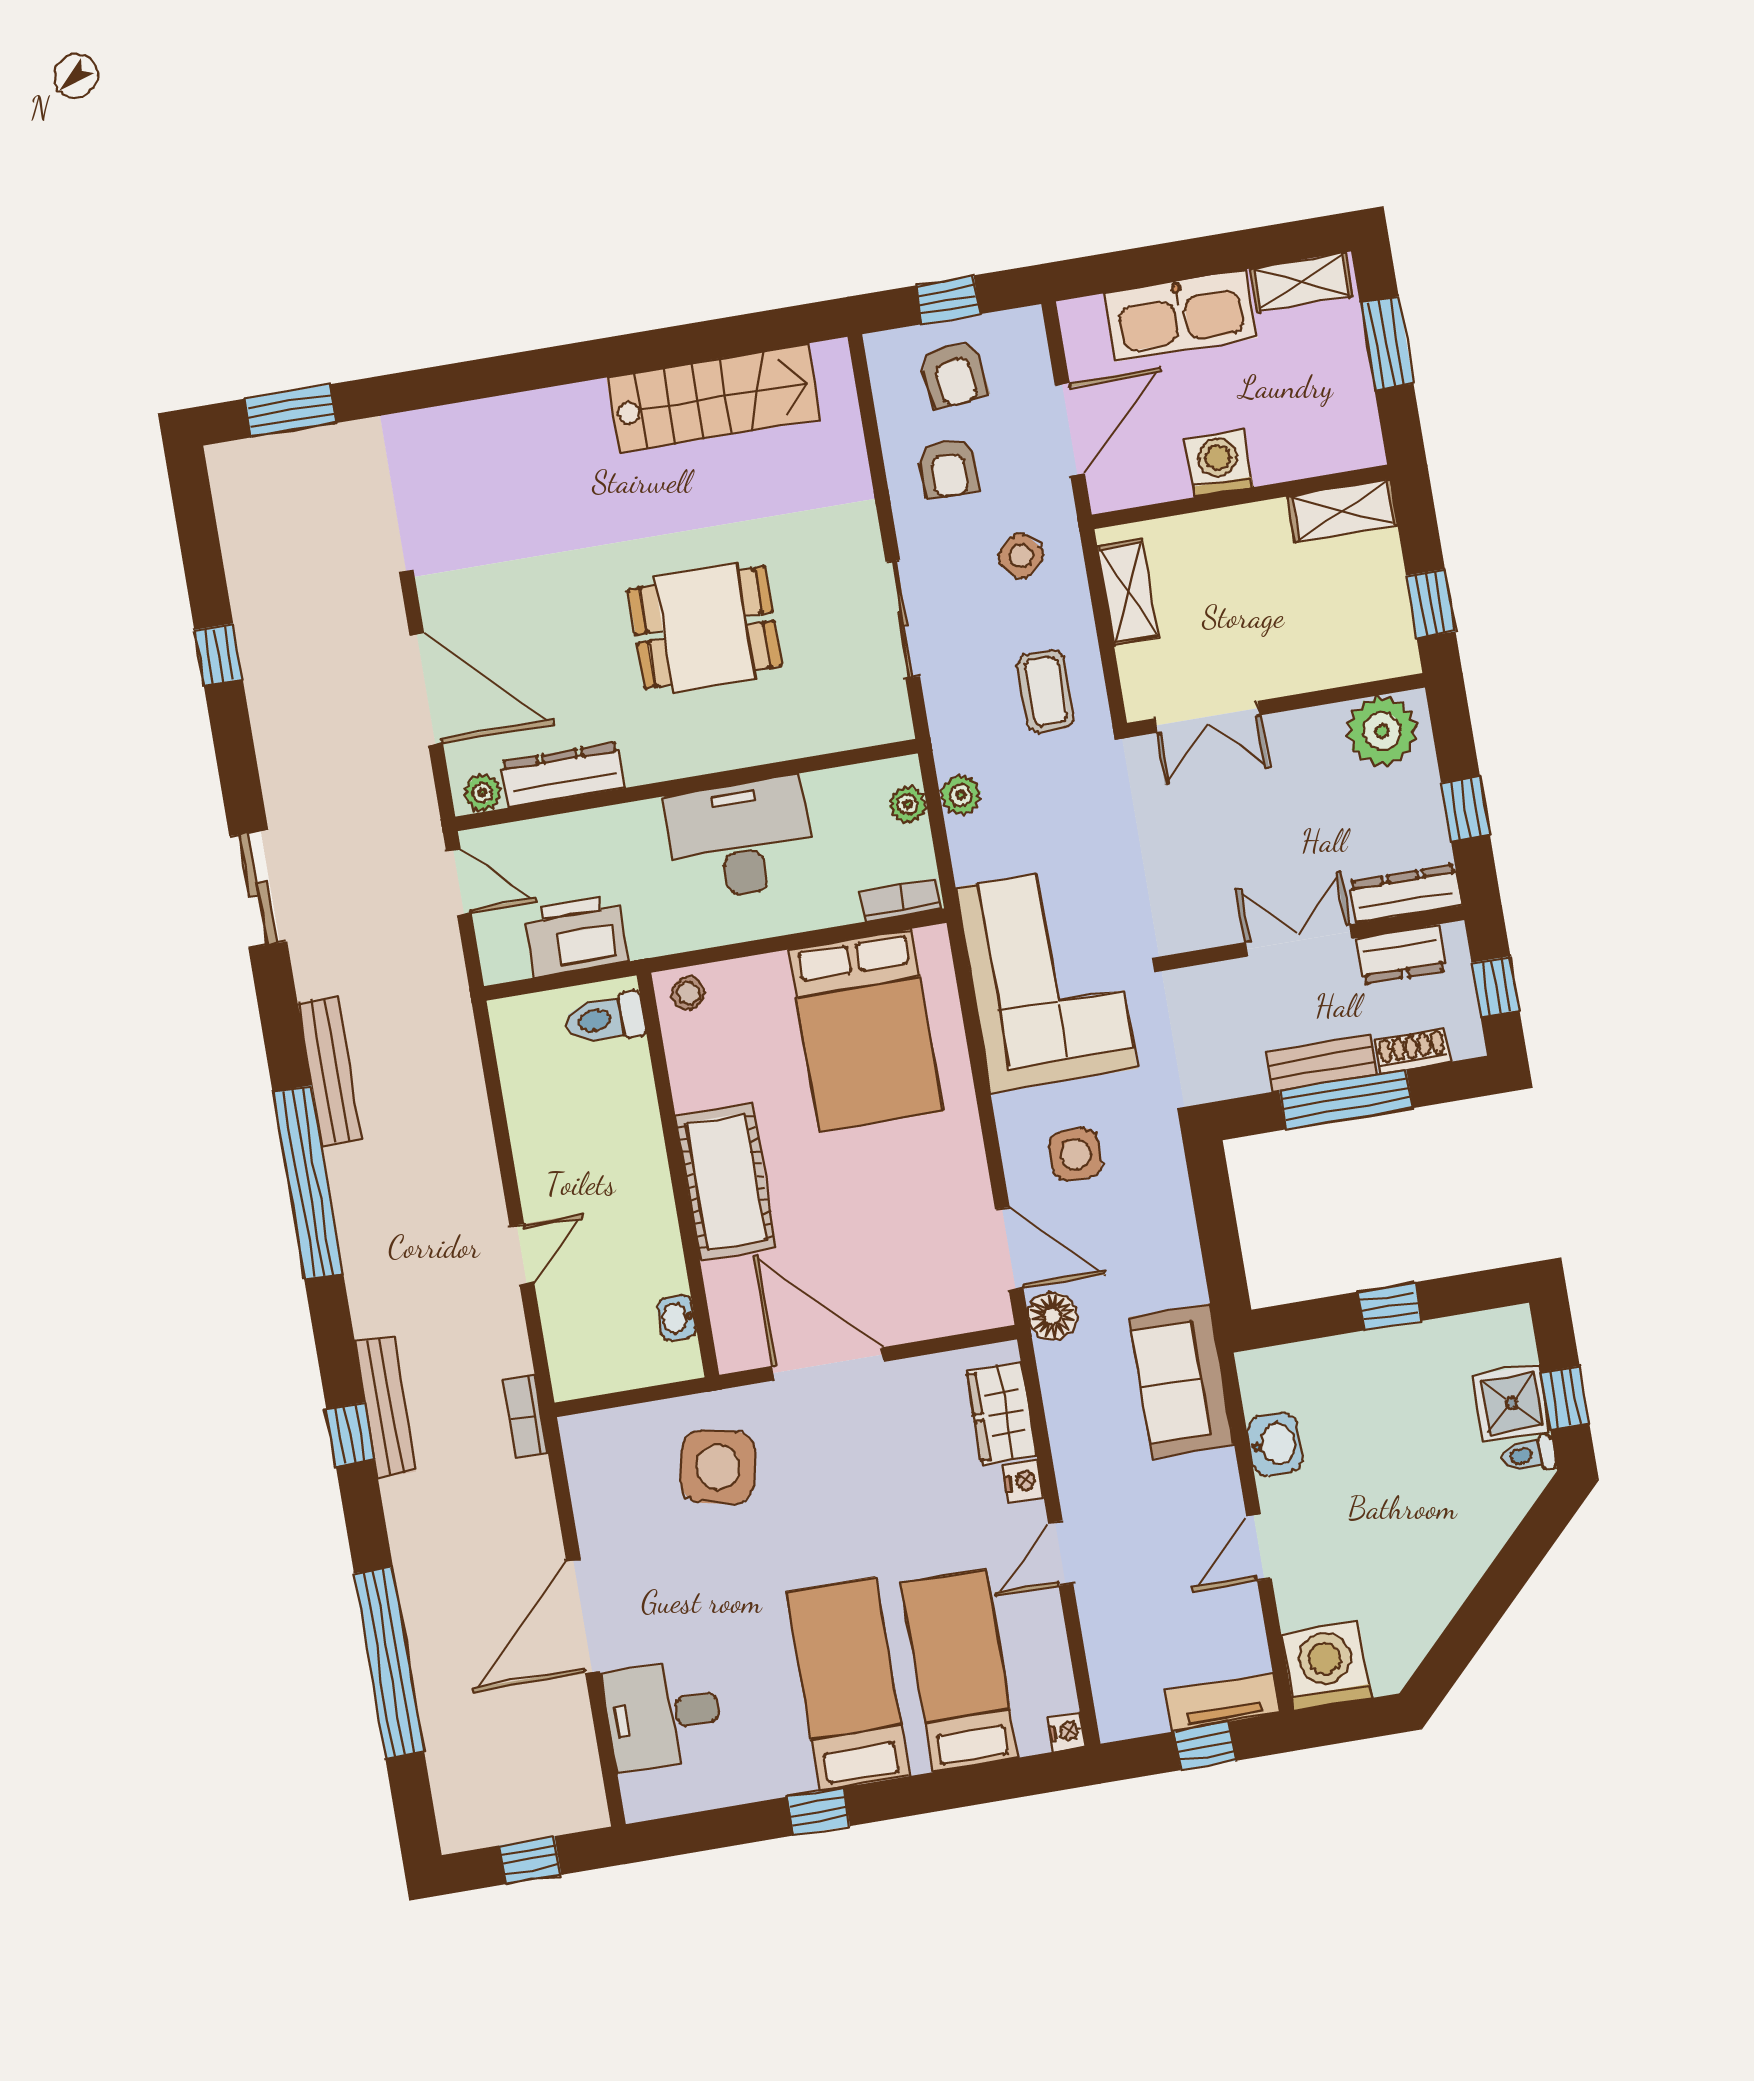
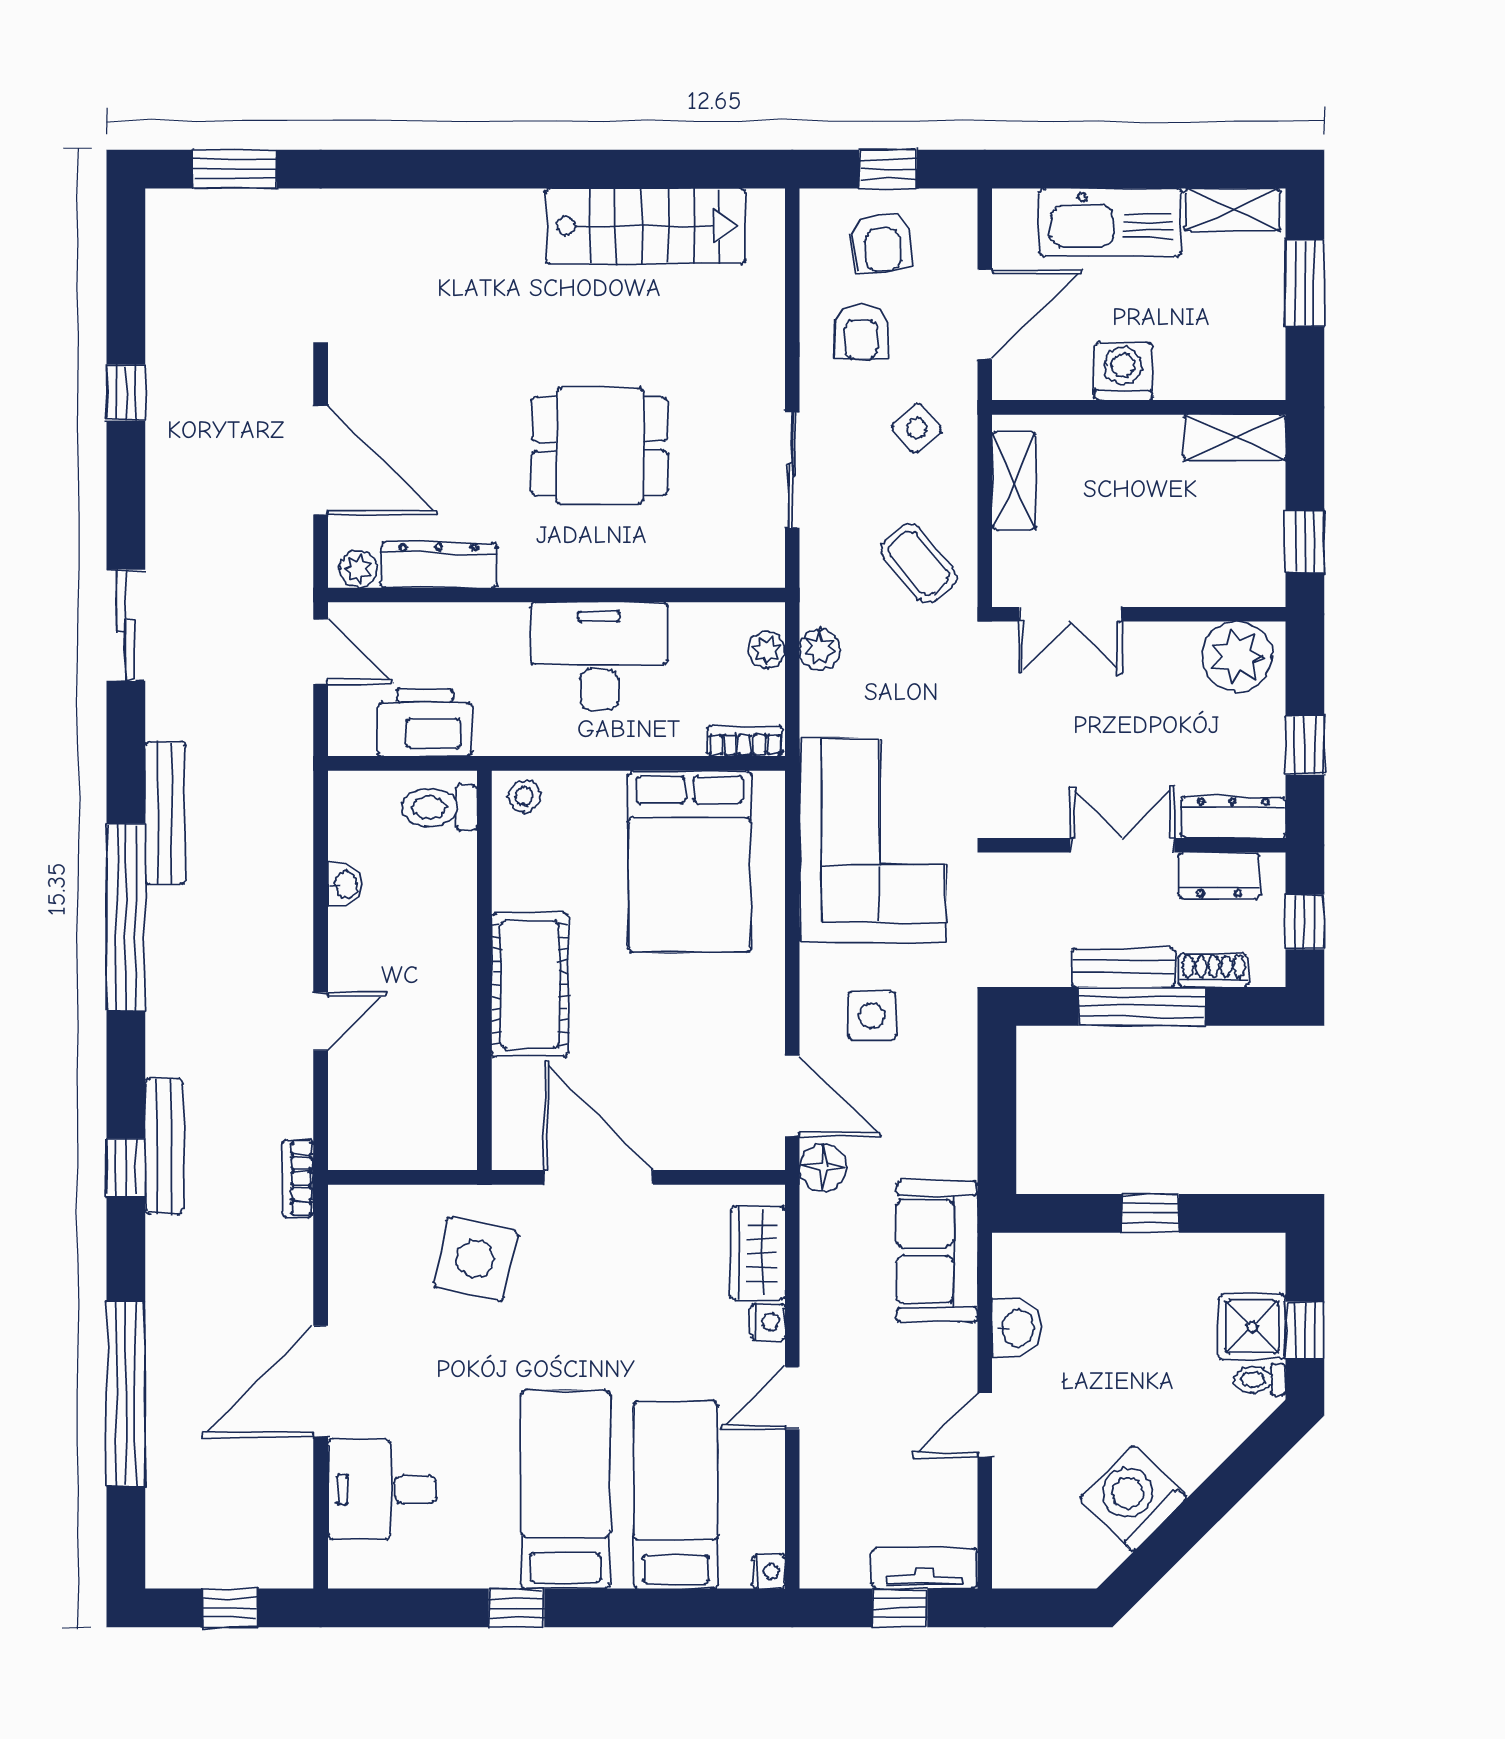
coffee table: (1046, 691) -> (919, 563), turned -40
washbasin: (677, 1318) -> (345, 885), moved, turned 180
washing machine: (1326, 1666) -> (1133, 1498), moved, turned -45

